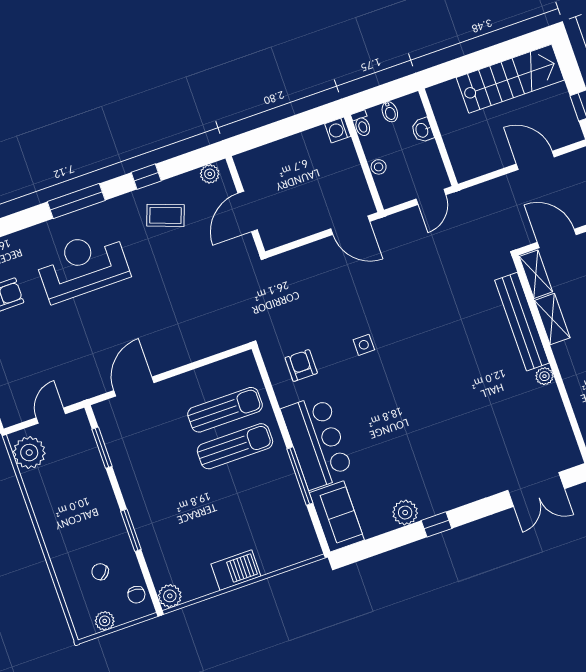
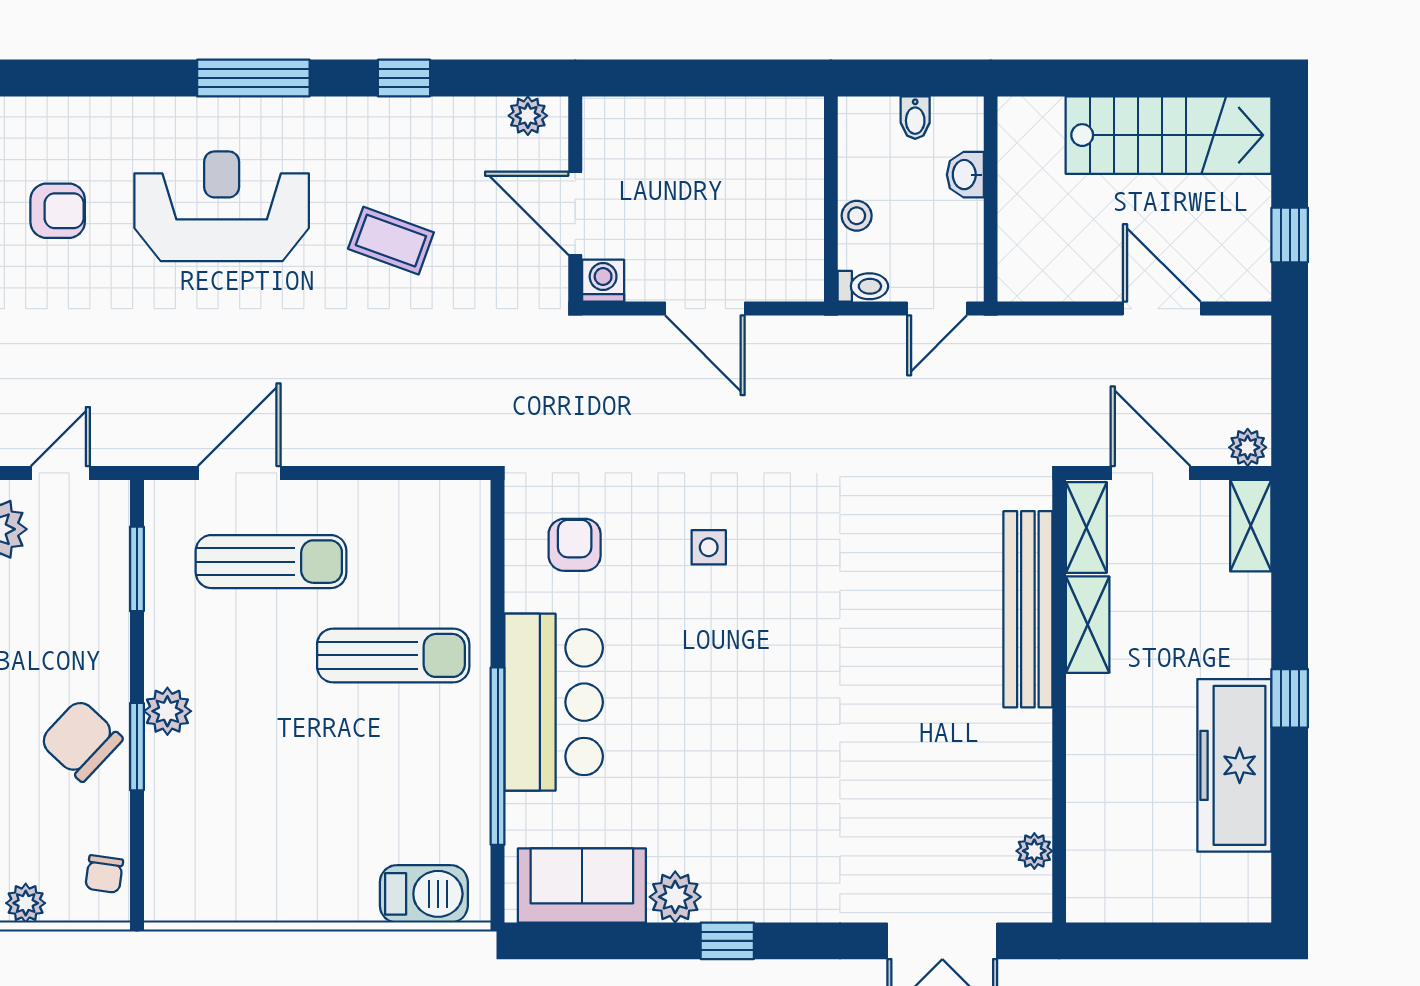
toilet: (362, 124) -> (863, 286), moved, turned -90
washing machine: (338, 130) -> (603, 281), moved, turned 90
door: (248, 212) -> (575, 213), hinge flipped
coffee table: (166, 215) -> (391, 241), moved
door: (350, 225) -> (705, 309), moved
plant: (544, 376) -> (1034, 851), moved
sun lounger: (225, 410) -> (271, 562), moved
window: (300, 476) -> (498, 756), width x1.46
sofa: (337, 516) -> (582, 886), moved, turned -90
barbecue: (236, 570) -> (424, 894), moved
chair: (100, 572) -> (81, 740), moved, width x1.87, depth x1.87
plant: (170, 596) -> (167, 711), moved

